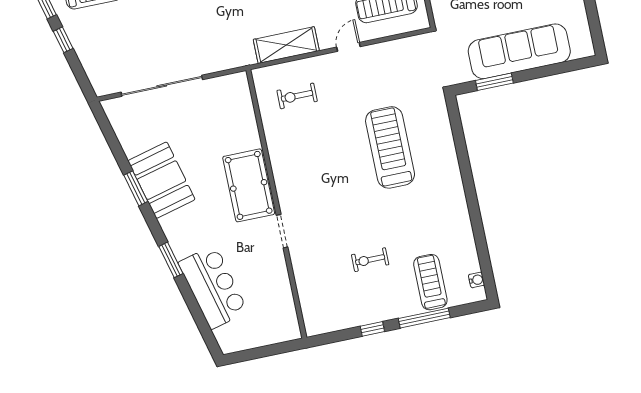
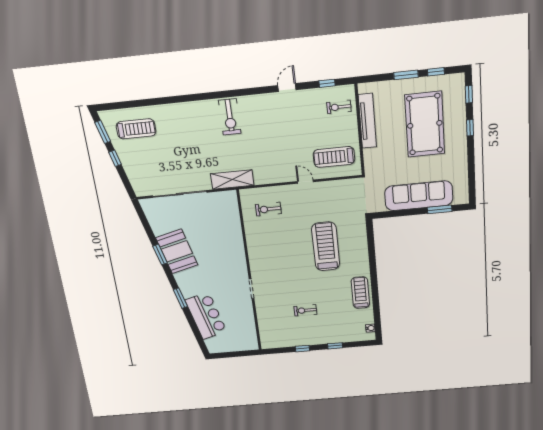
shelving: (286, 45) -> (232, 180), moved
door: (348, 47) -> (305, 182), hinge flipped
window: (494, 82) -> (440, 209), moved
pool table: (249, 185) -> (232, 260), removed
treadmill: (430, 282) -> (360, 293), moved
window: (424, 318) -> (335, 346), width x0.46

